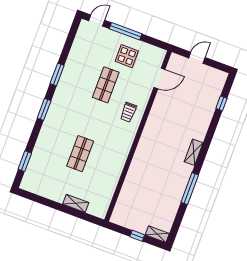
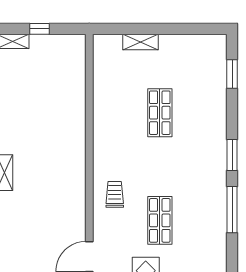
window: (57, 74) -> (232, 210), width x1.44

